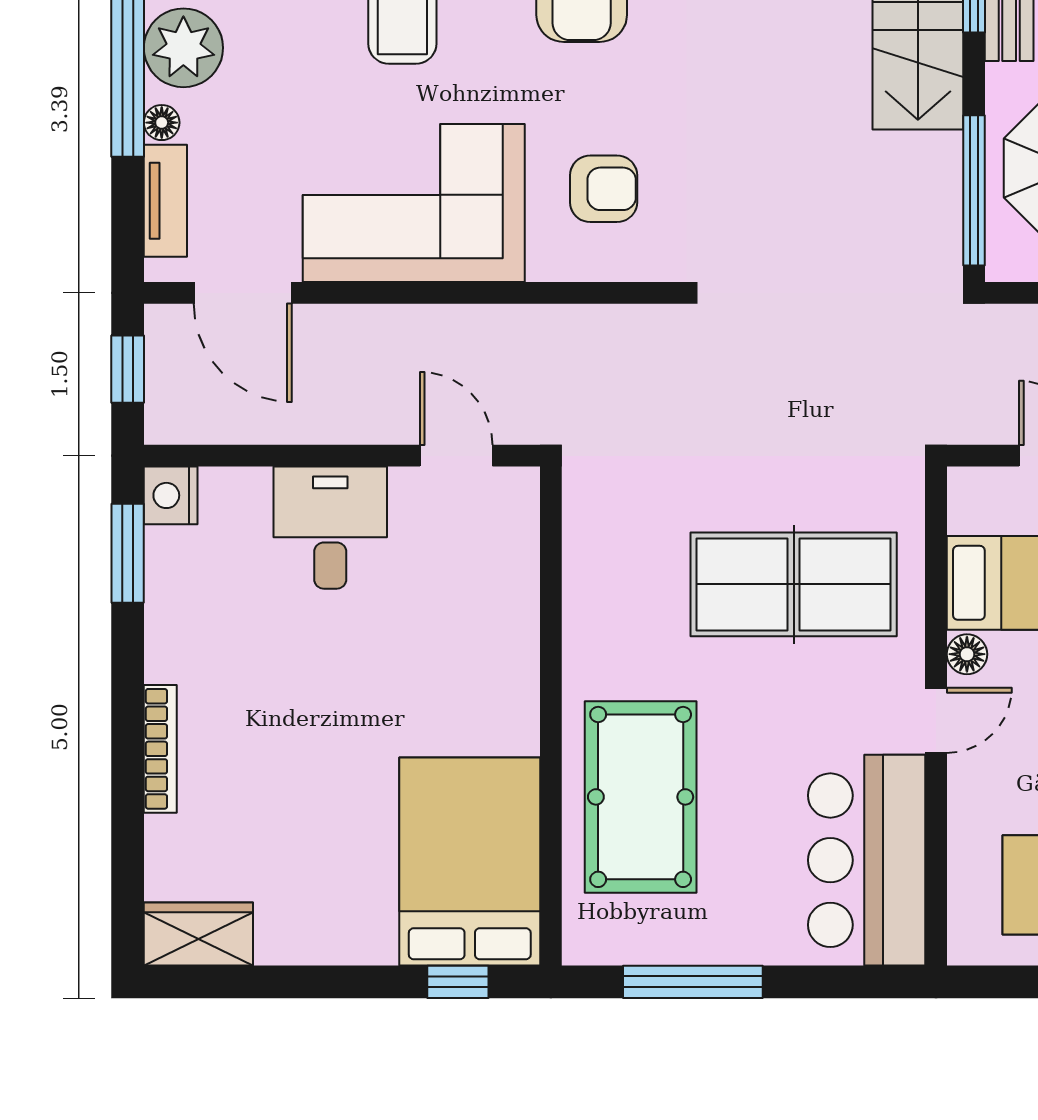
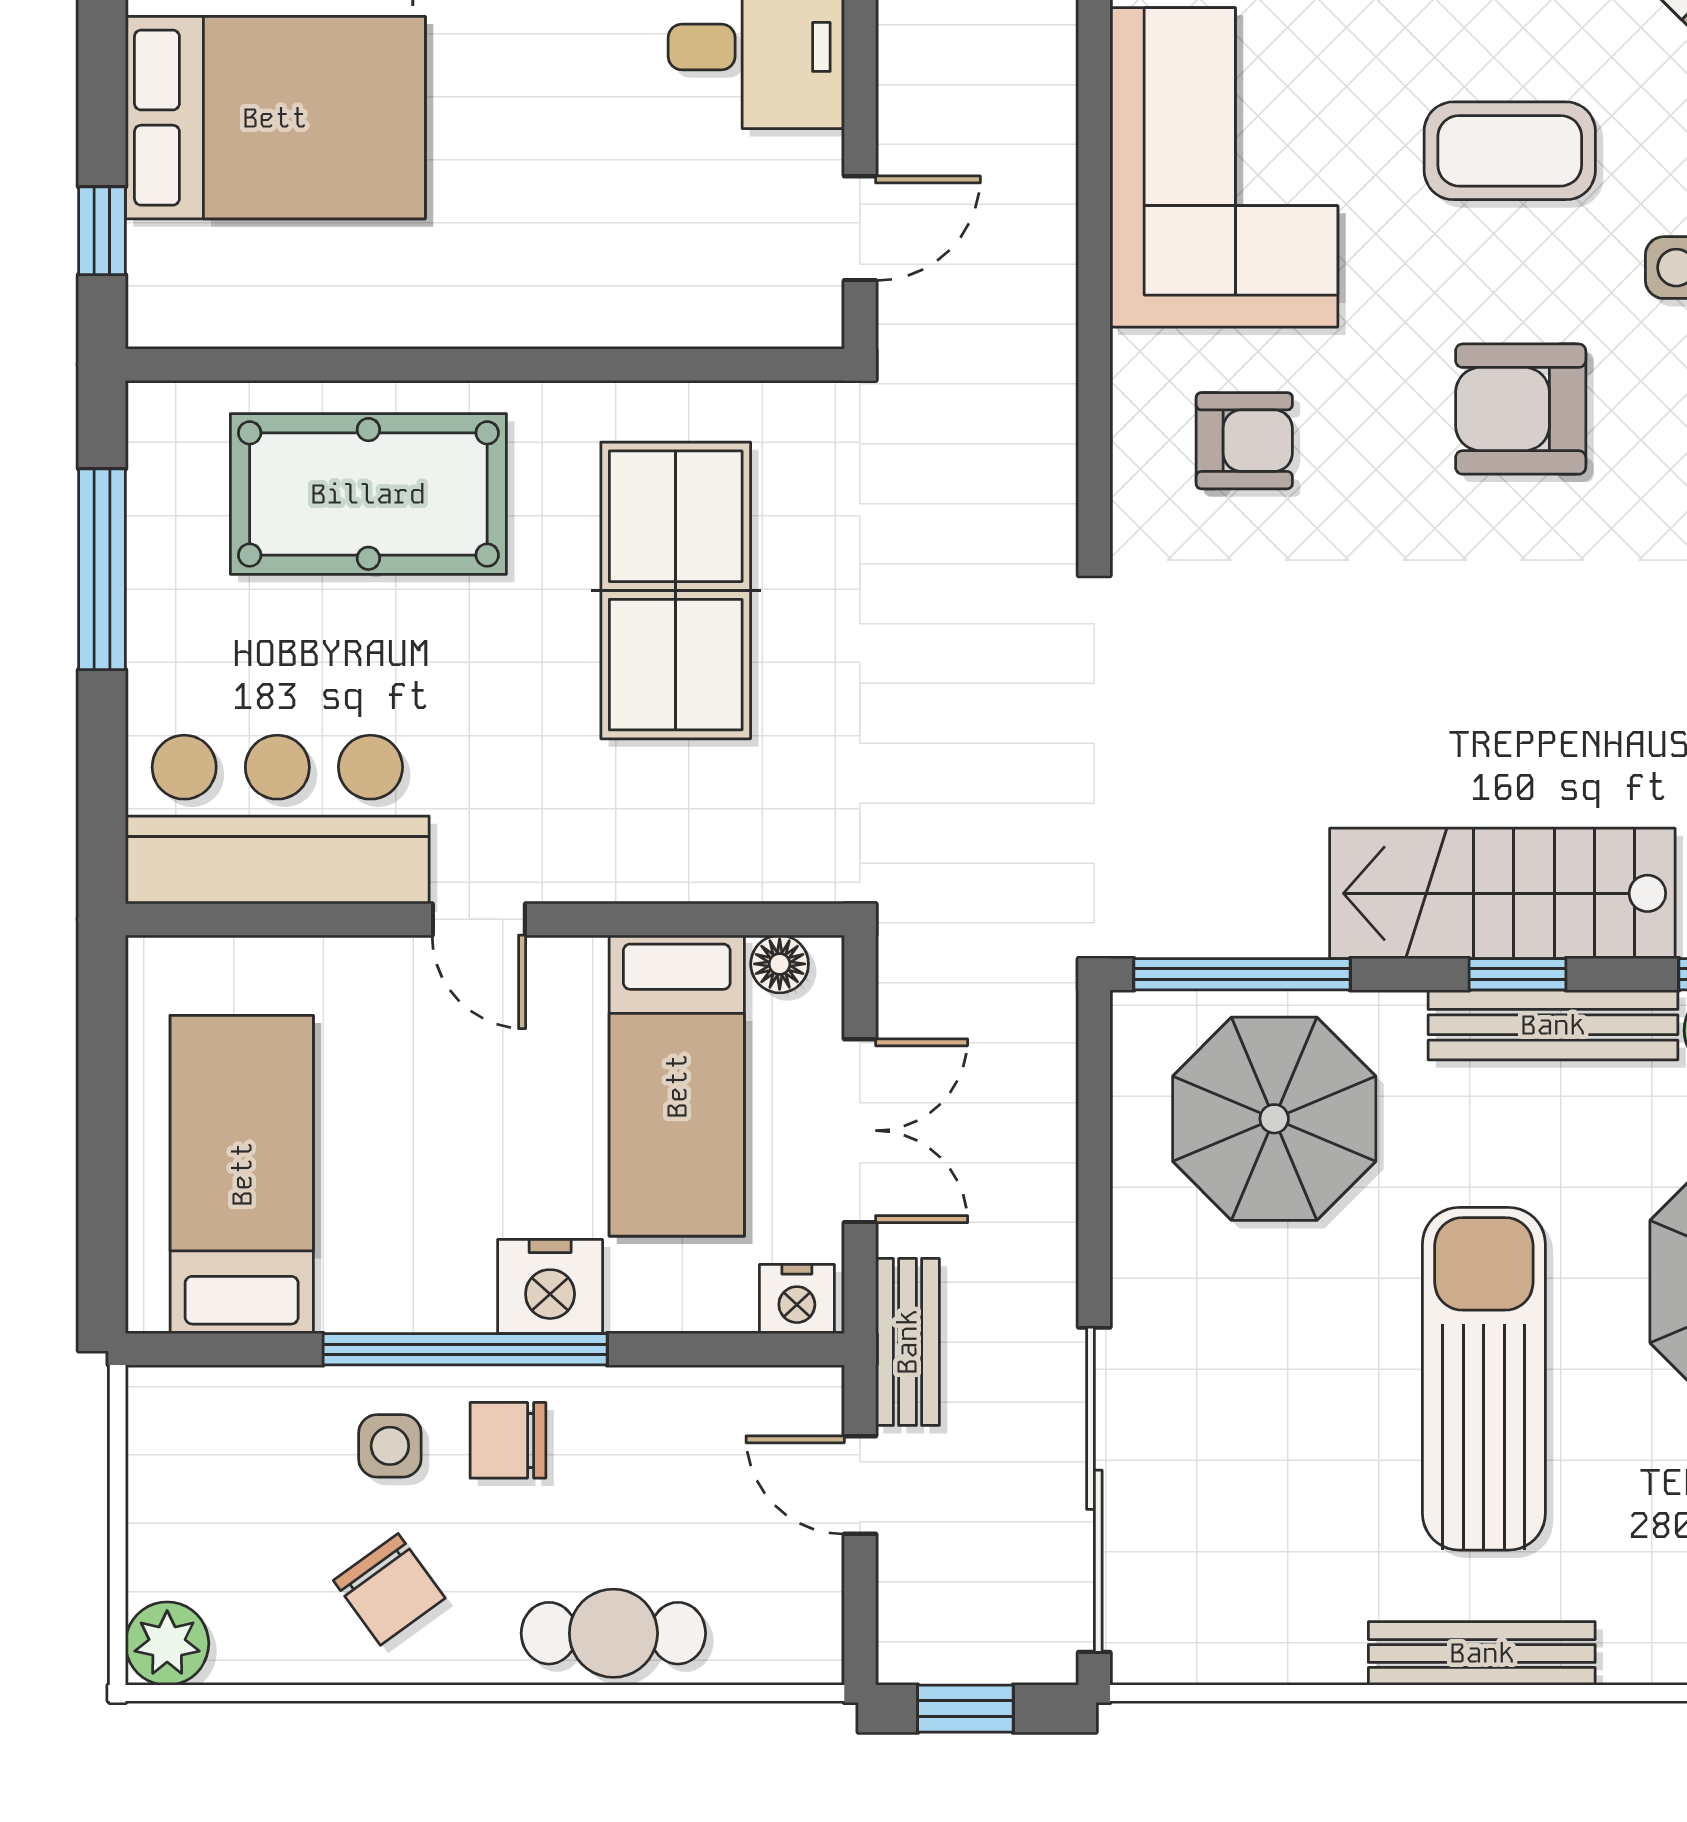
armchair: (604, 189) -> (1244, 441), turned -90
table tennis table: (794, 584) -> (676, 590), moved
floor lamp: (967, 654) -> (780, 964), moved
bed: (470, 862) -> (275, 118), moved

